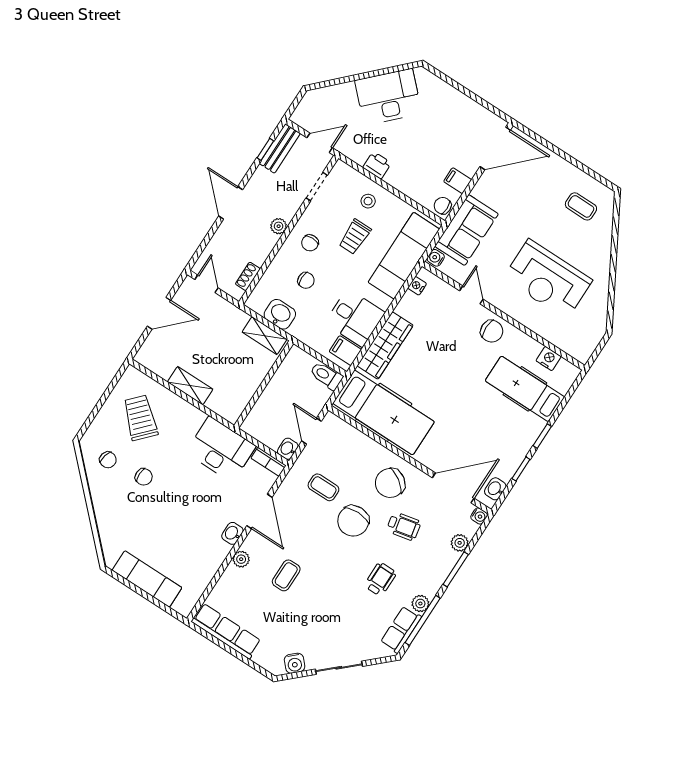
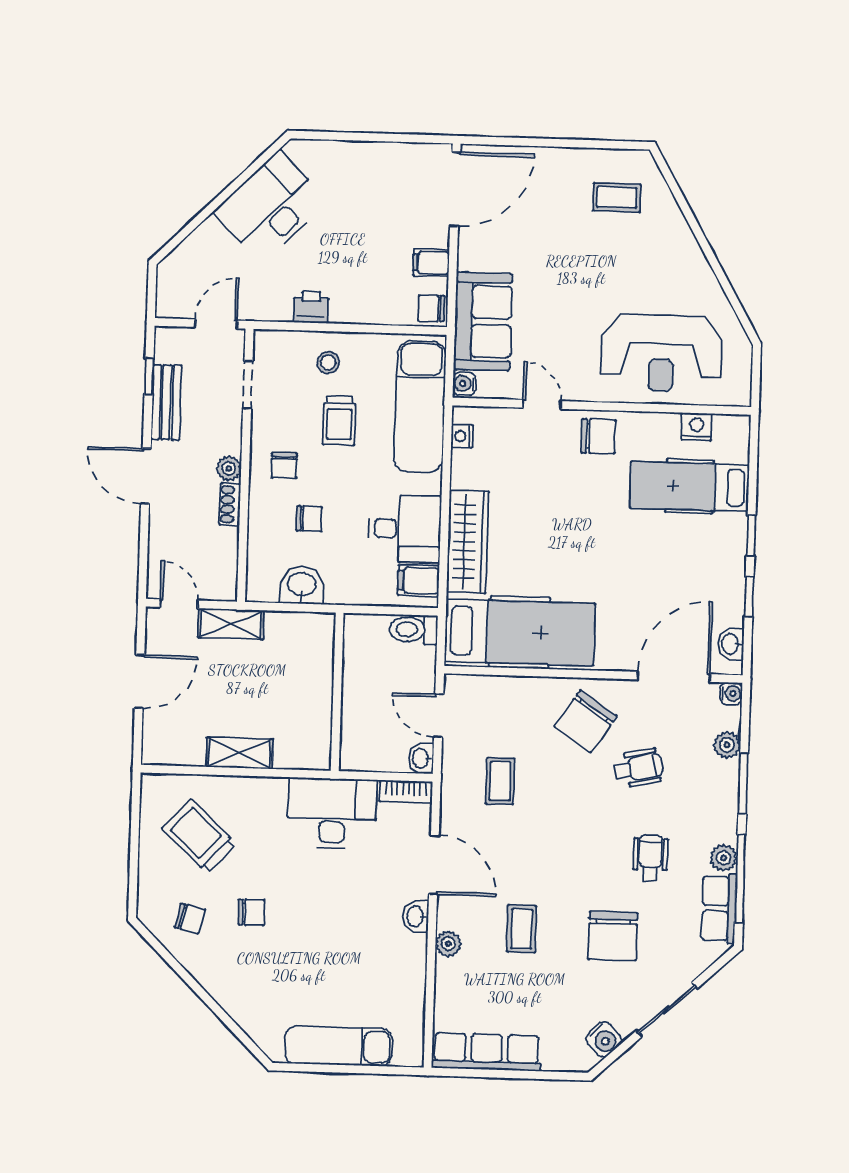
bench: (280, 148) -> (166, 402), moved
shoe rack: (248, 276) -> (230, 504), moved
reception desk: (548, 279) -> (661, 353), moved
shelving: (265, 336) -> (231, 624), moved
coffee table: (323, 487) -> (500, 781), turned 90
chair: (353, 521) -> (613, 936), moved

